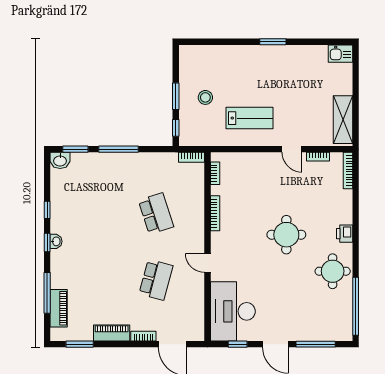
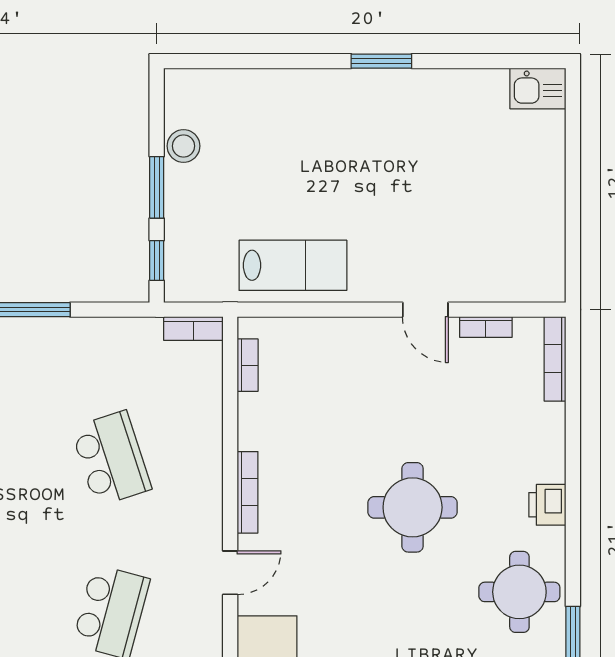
stool: (205, 97) -> (183, 146), moved
lab bench: (249, 118) -> (293, 265), moved
shelving: (343, 120) -> (544, 241), removed
bookcase: (215, 213) -> (248, 492), moved
door: (207, 263) -> (230, 573), swing flipped

